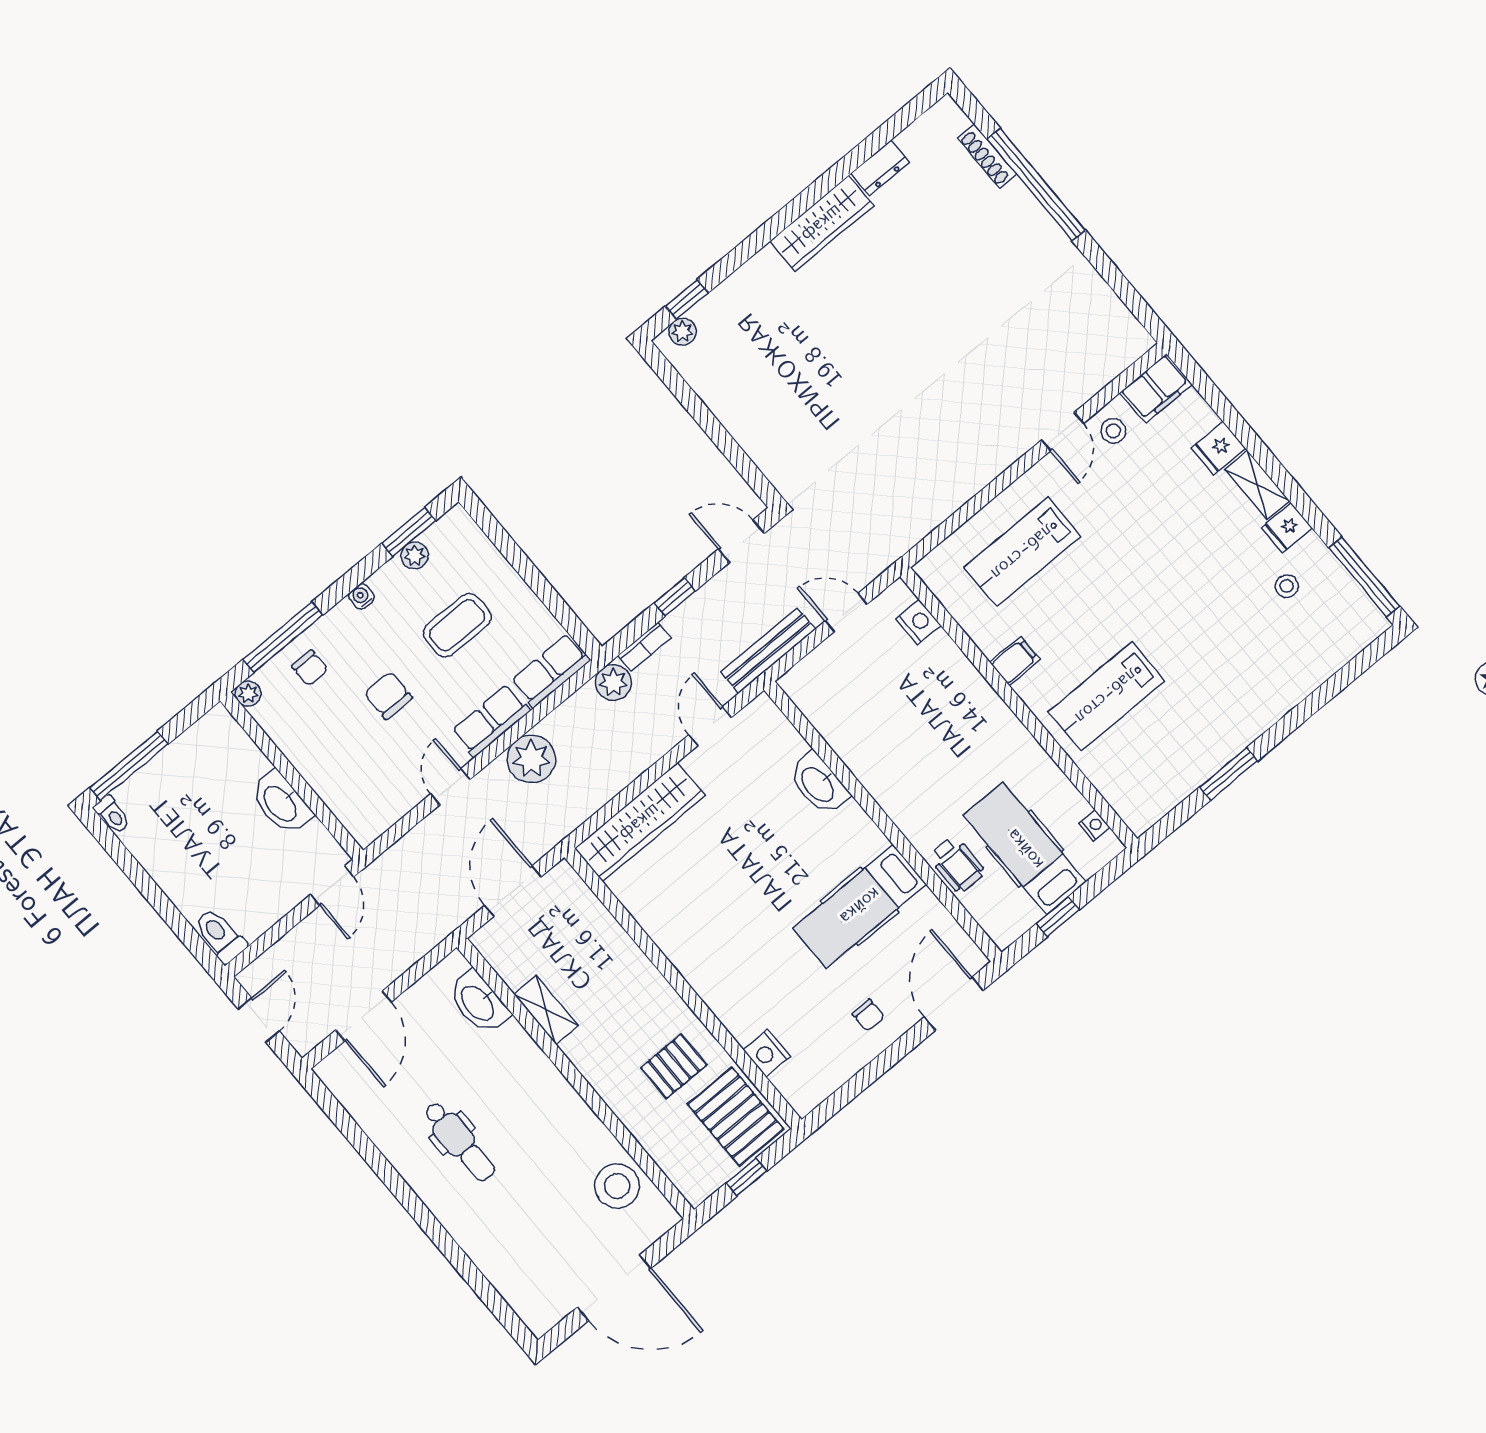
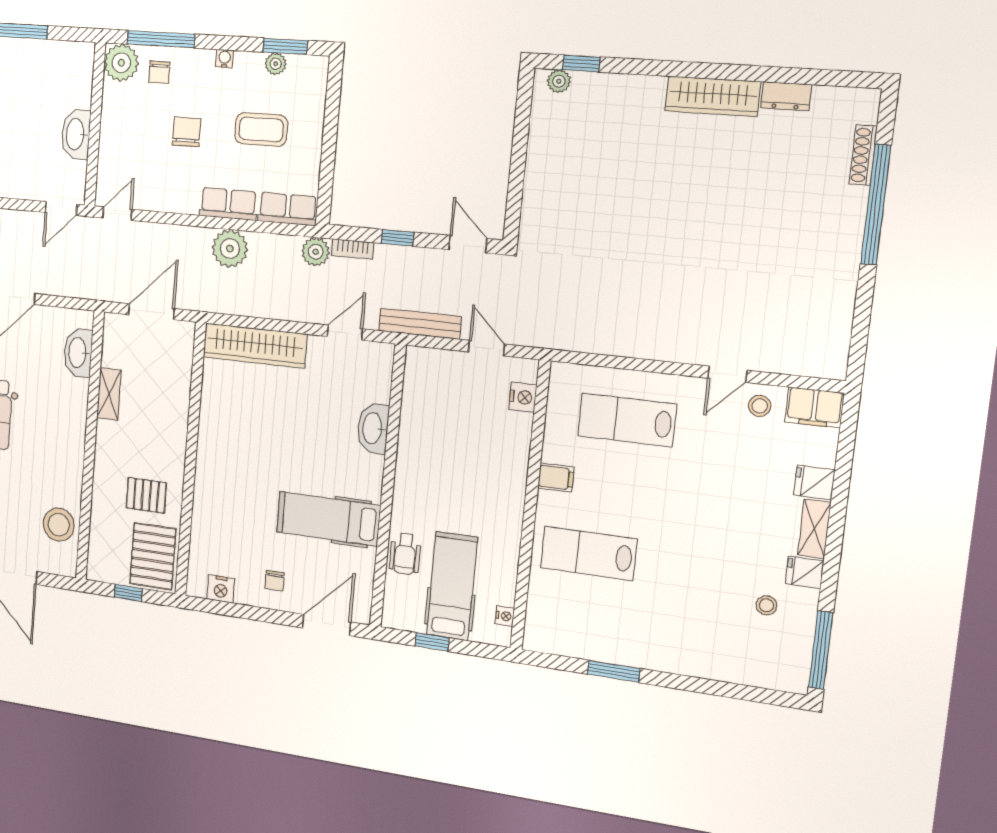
plant: (248, 694) -> (121, 63), width x1.87, depth x1.87
door: (450, 787) -> (117, 214), moved
nightstand: (767, 1053) -> (221, 589), moved, turned -90

